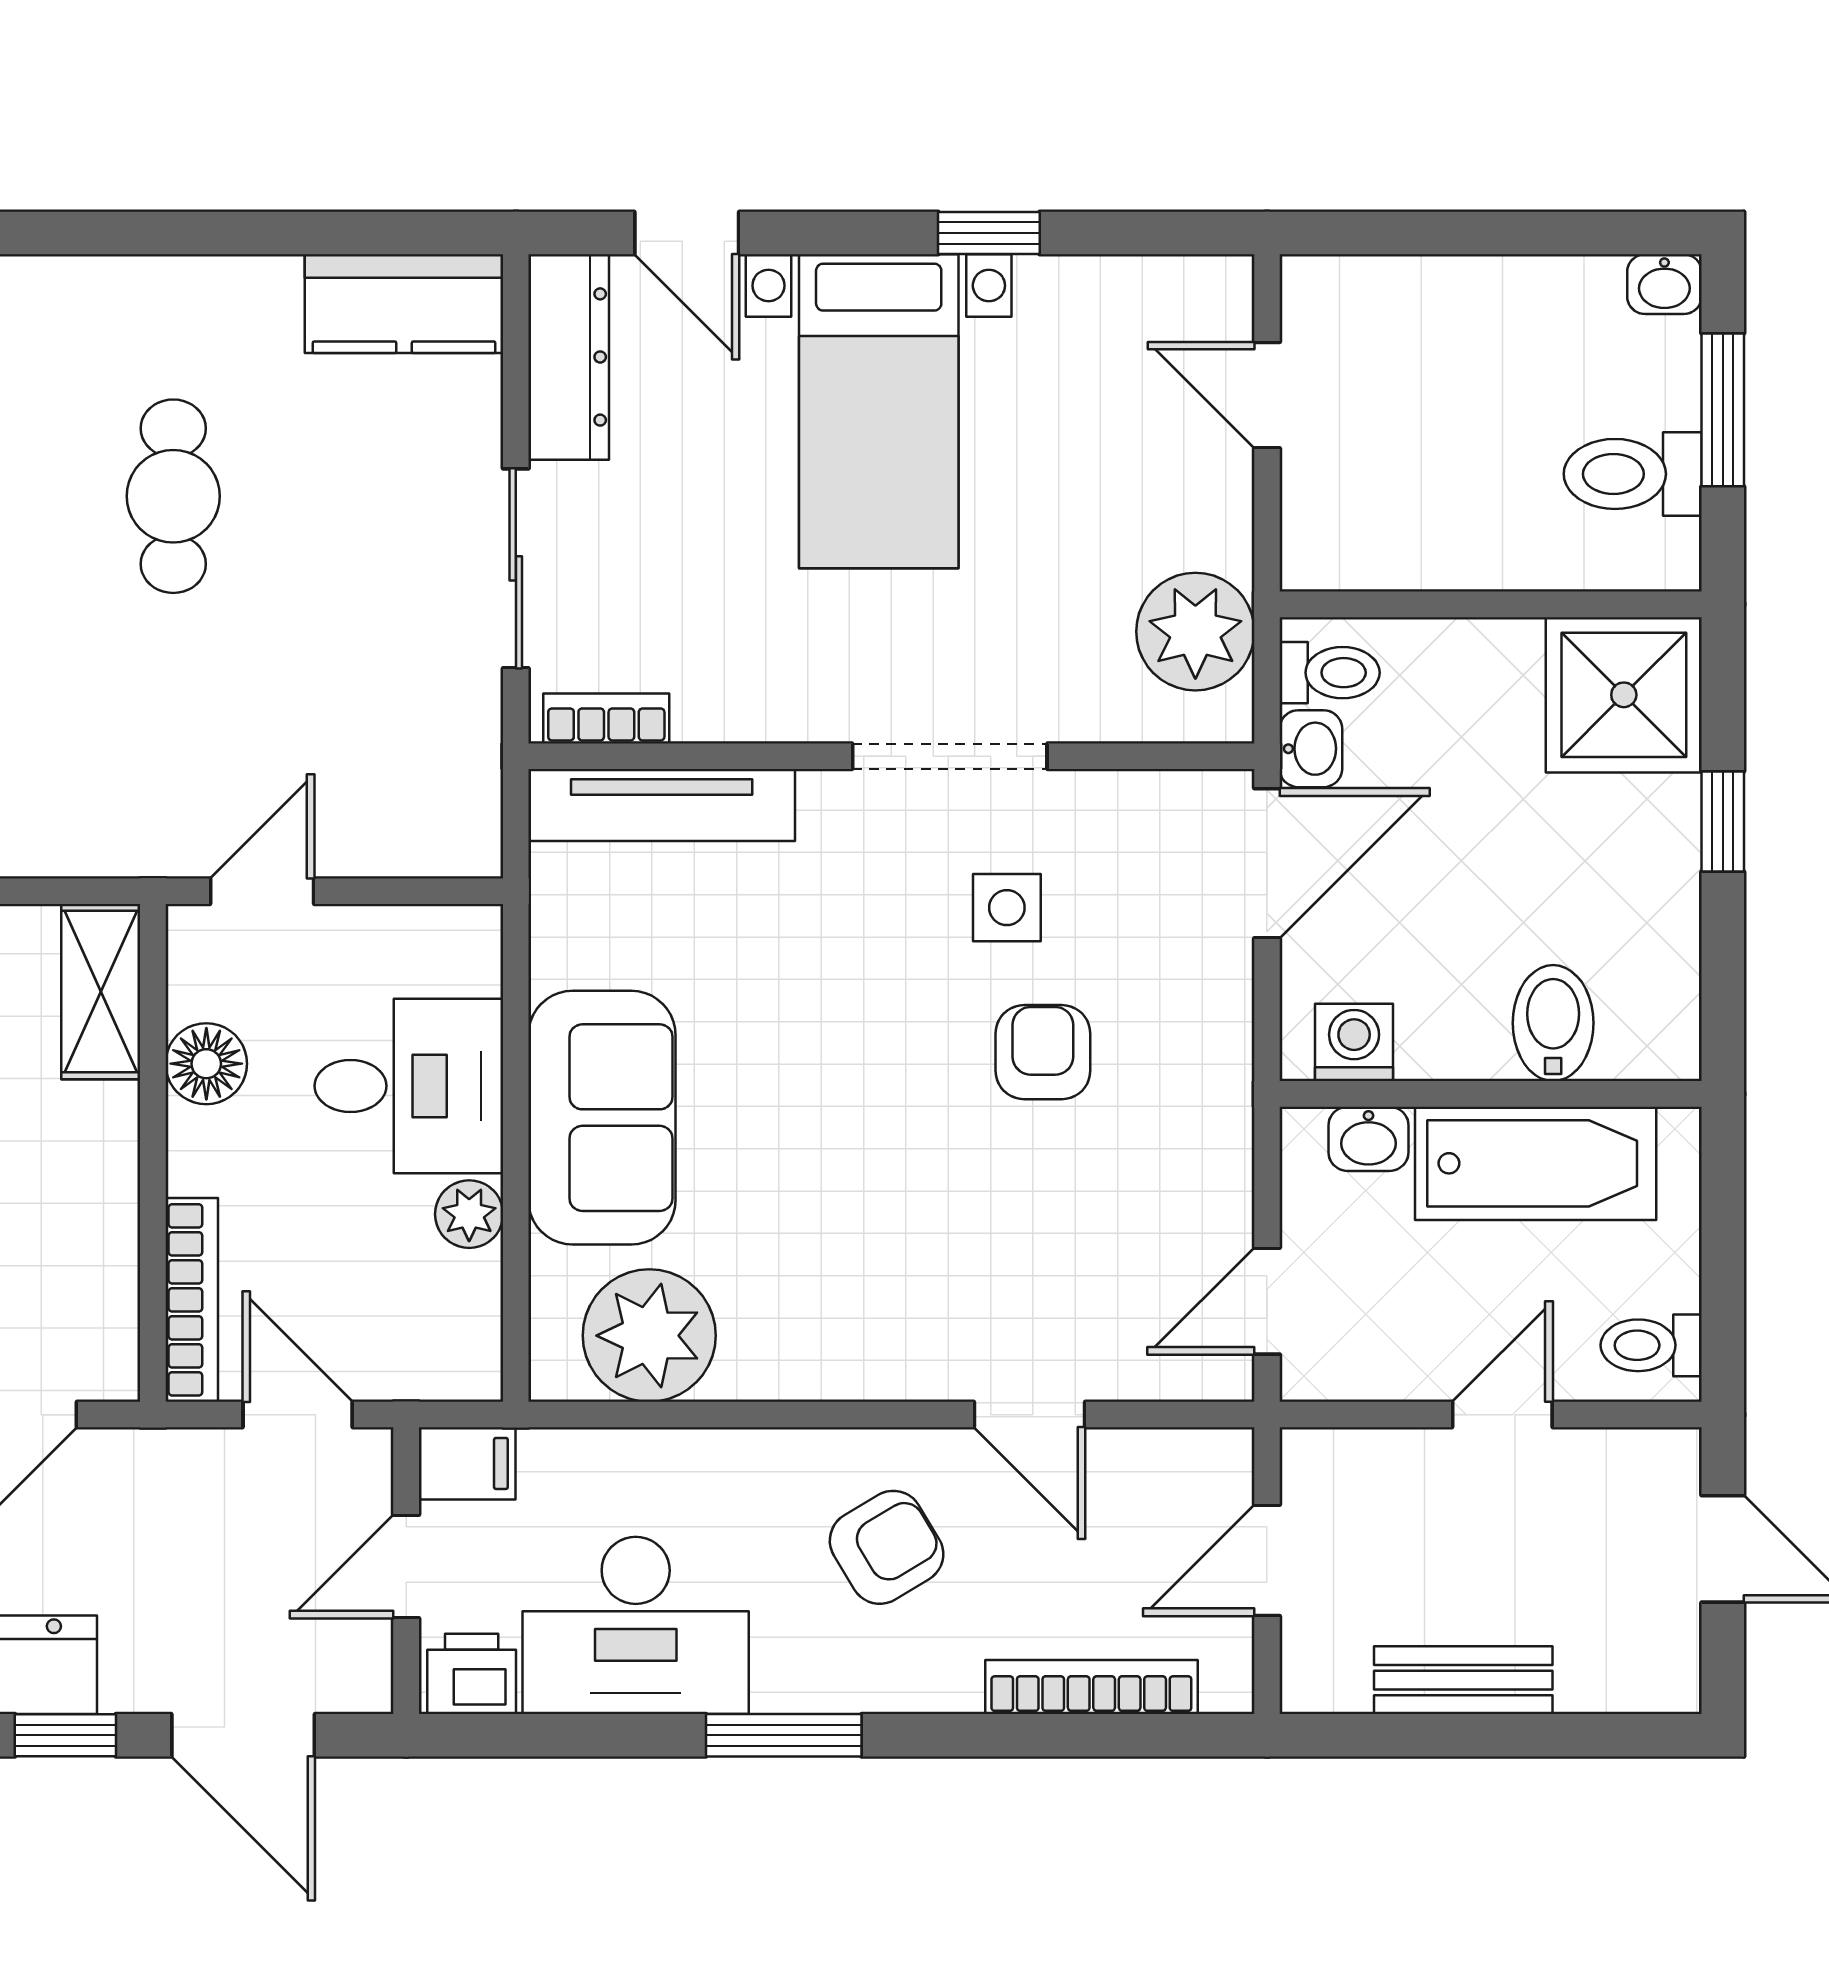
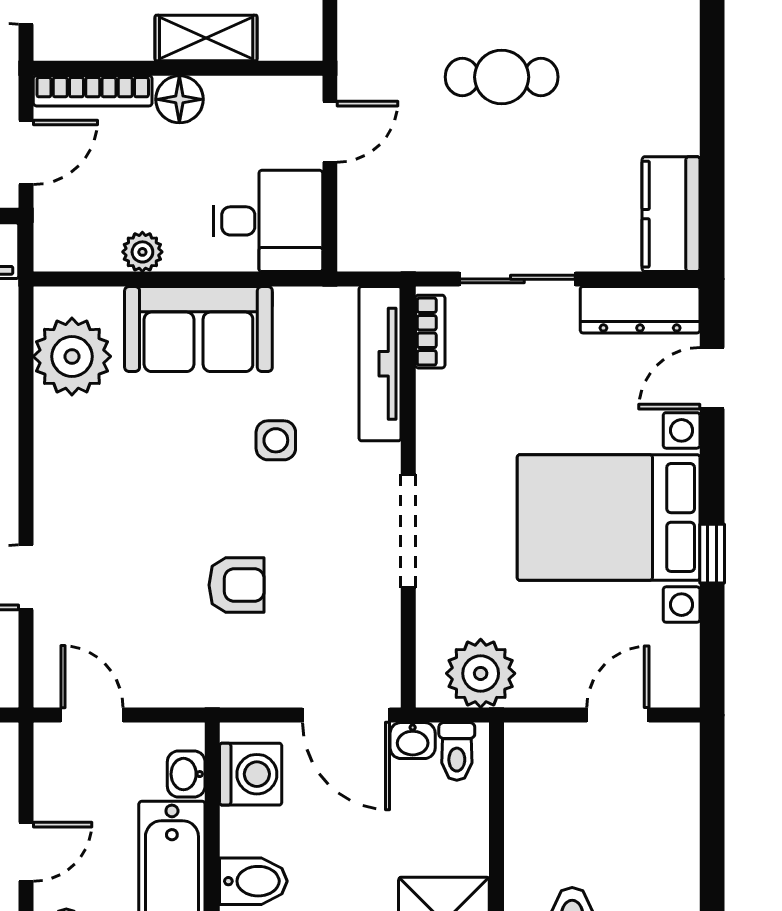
bed with nightstands: (879, 411) -> (609, 517), width x1.36
cafe table: (173, 496) -> (502, 77), moved
door: (262, 891) -> (330, 132), hinge flipped
side table: (1007, 908) -> (276, 440), moved
shelving: (101, 992) -> (206, 38), moved
washing machine: (1354, 1042) -> (251, 774), width x1.38, depth x1.38
floor lamp: (206, 1064) -> (179, 99), moved
desk: (409, 1086) -> (268, 221), moved, turned -90
door: (1502, 1415) -> (26, 852), hinge flipped

